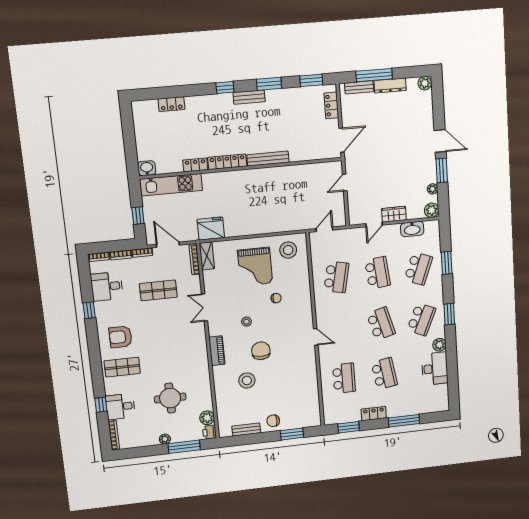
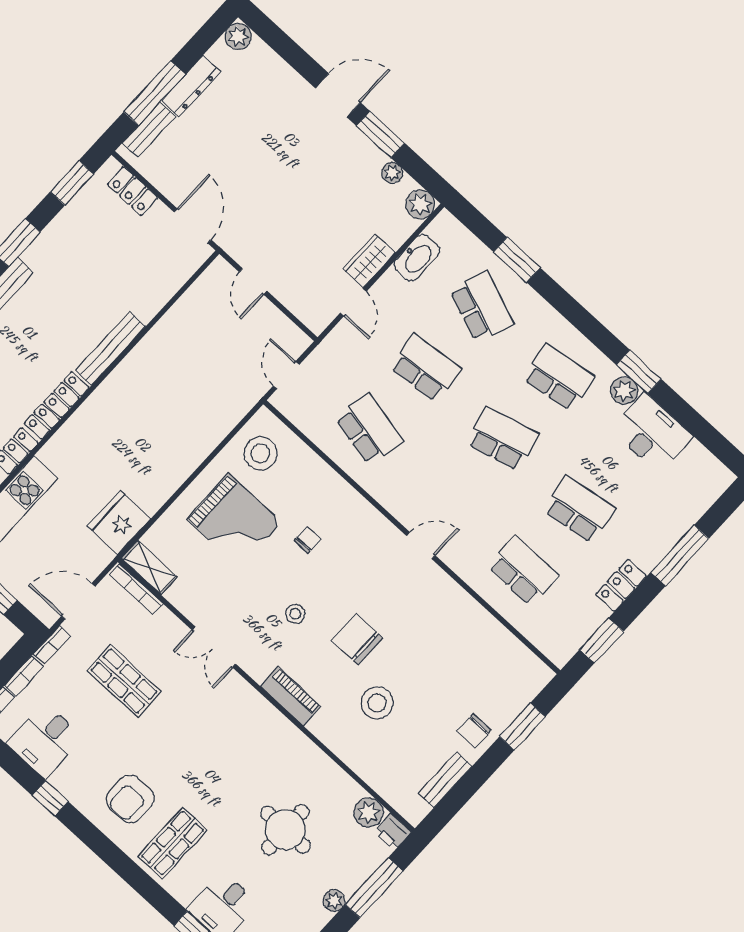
shop shelf: (158, 290) -> (124, 681), turned 90
window: (449, 314) -> (639, 372), moved
school desk: (421, 319) -> (559, 377), turned -33

